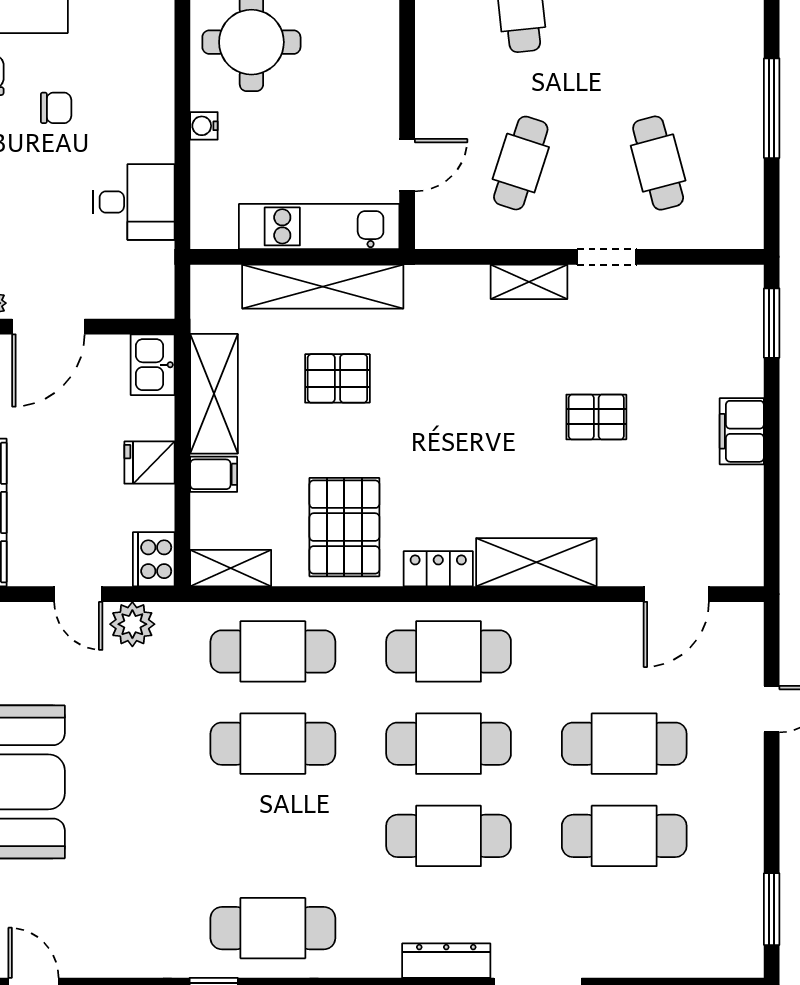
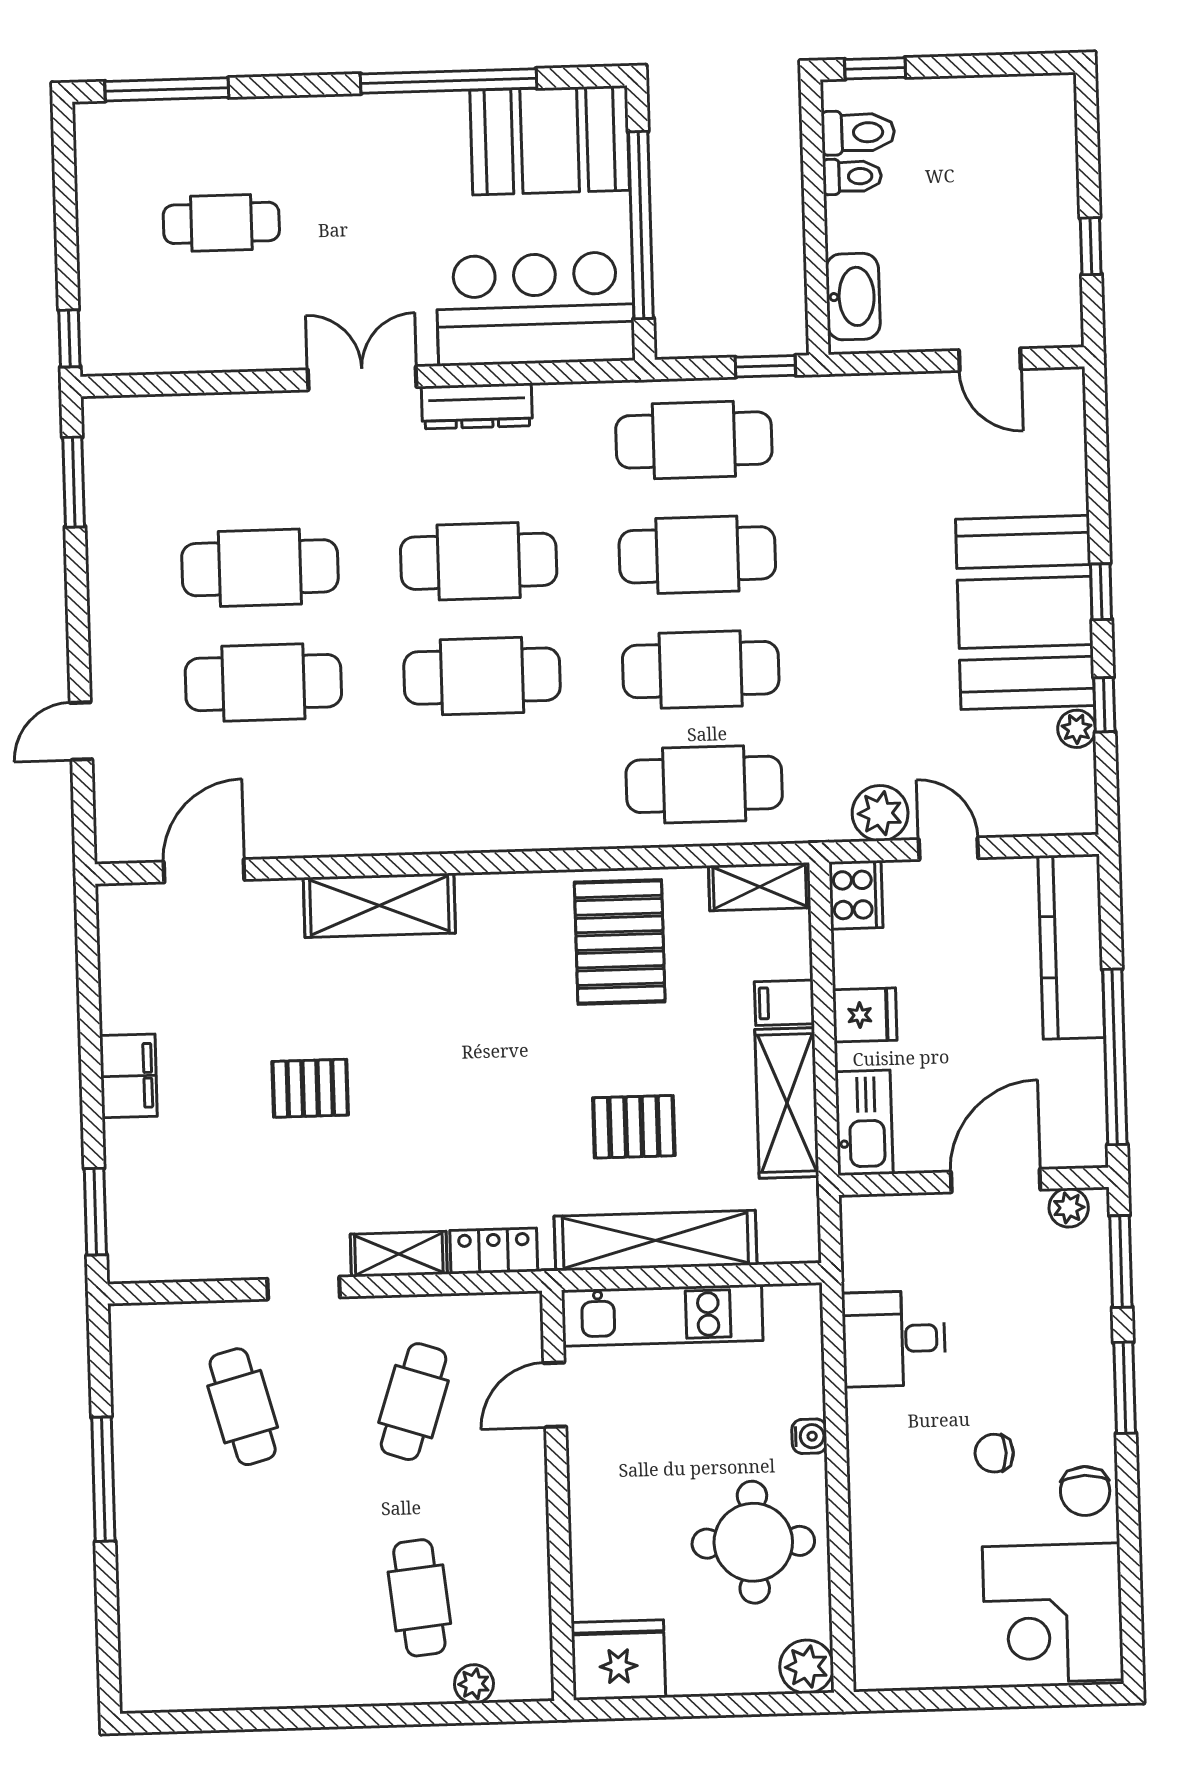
kitchen sink: (153, 365) -> (864, 1123), width x1.38
locker: (438, 569) -> (494, 1251), moved, turned 180
cafe table: (449, 651) -> (697, 555), moved

